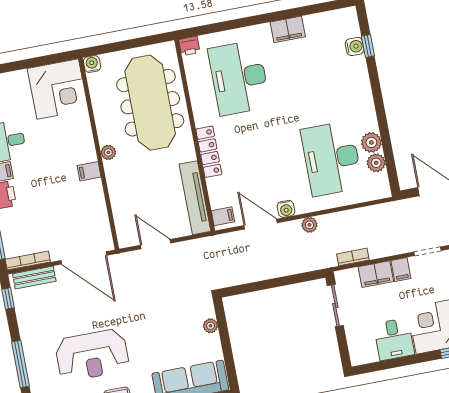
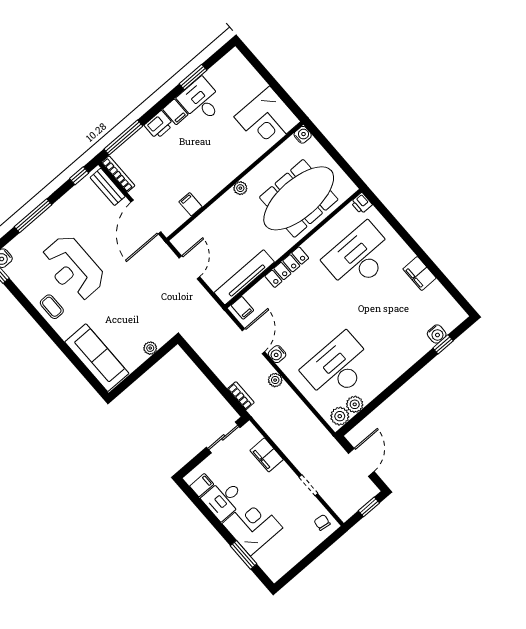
plant: (371, 142) -> (340, 416), moved
filing cabinet: (89, 171) -> (190, 204), moved
bookcase: (353, 257) -> (241, 396), moved
filing cabinet: (401, 269) -> (202, 485), moved, turned 180

